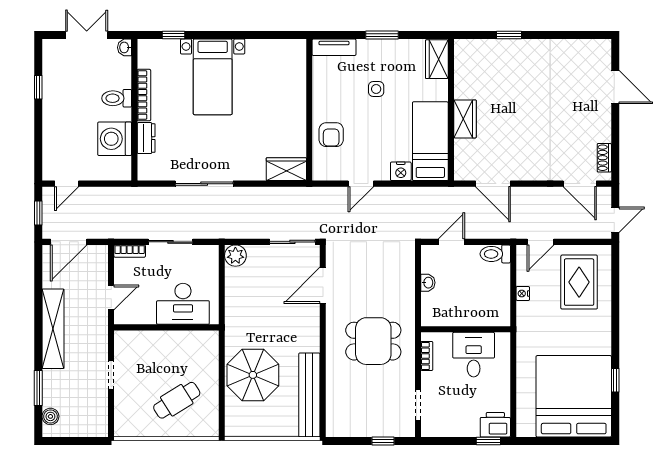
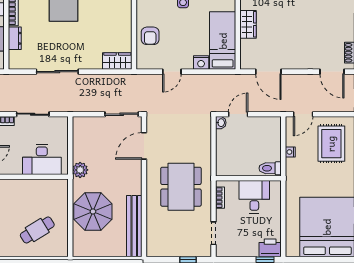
toilet: (495, 254) -> (270, 168), moved
plant: (235, 256) -> (80, 170), moved
washbasin: (428, 283) -> (221, 123), moved
dining table: (373, 341) -> (181, 187), width x1.37

